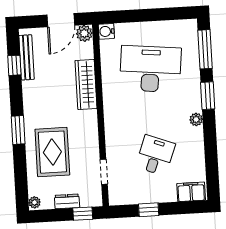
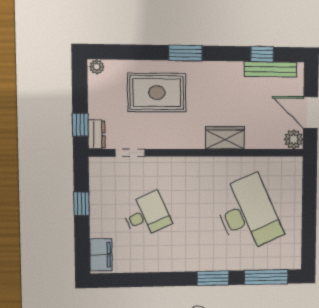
water cooler: (106, 31) -> (294, 165), removed
desk: (150, 69) -> (248, 214), turned -30
wardrobe: (86, 84) -> (225, 138), width x0.67
plant: (196, 119) -> (186, 264), removed
desk: (155, 155) -> (147, 215), turned -45
dresser: (67, 201) -> (97, 134), moved

